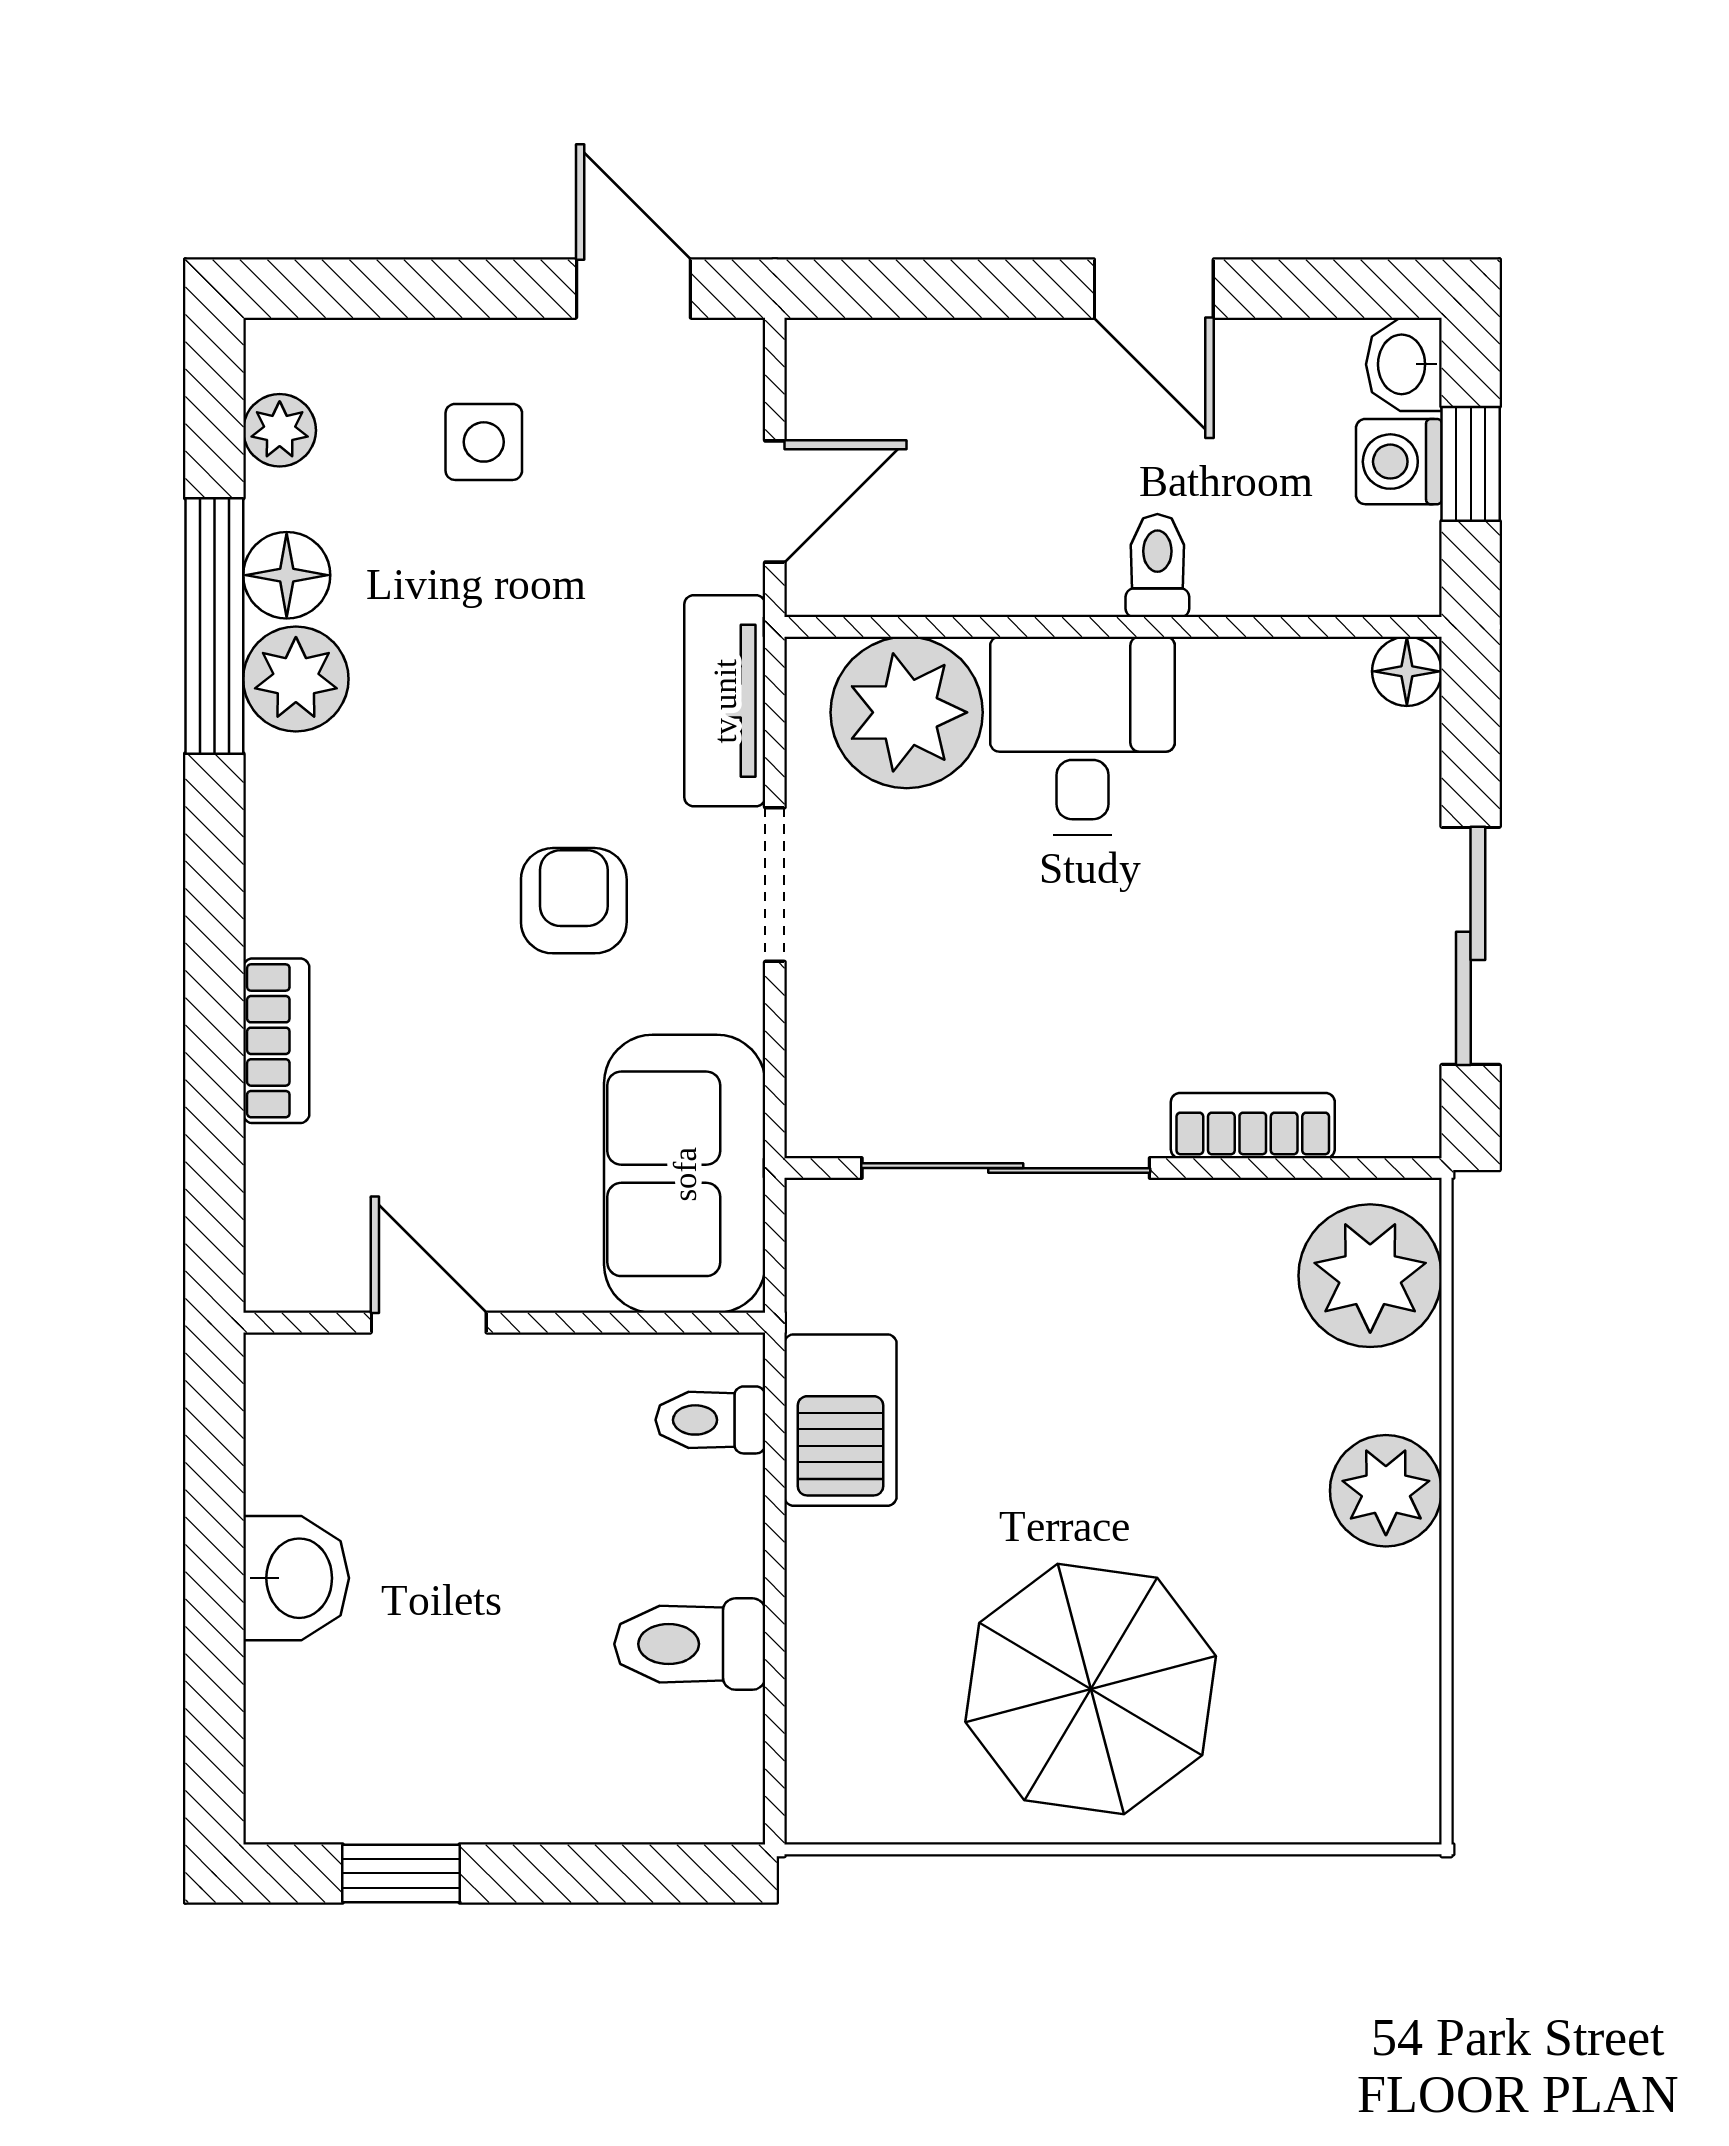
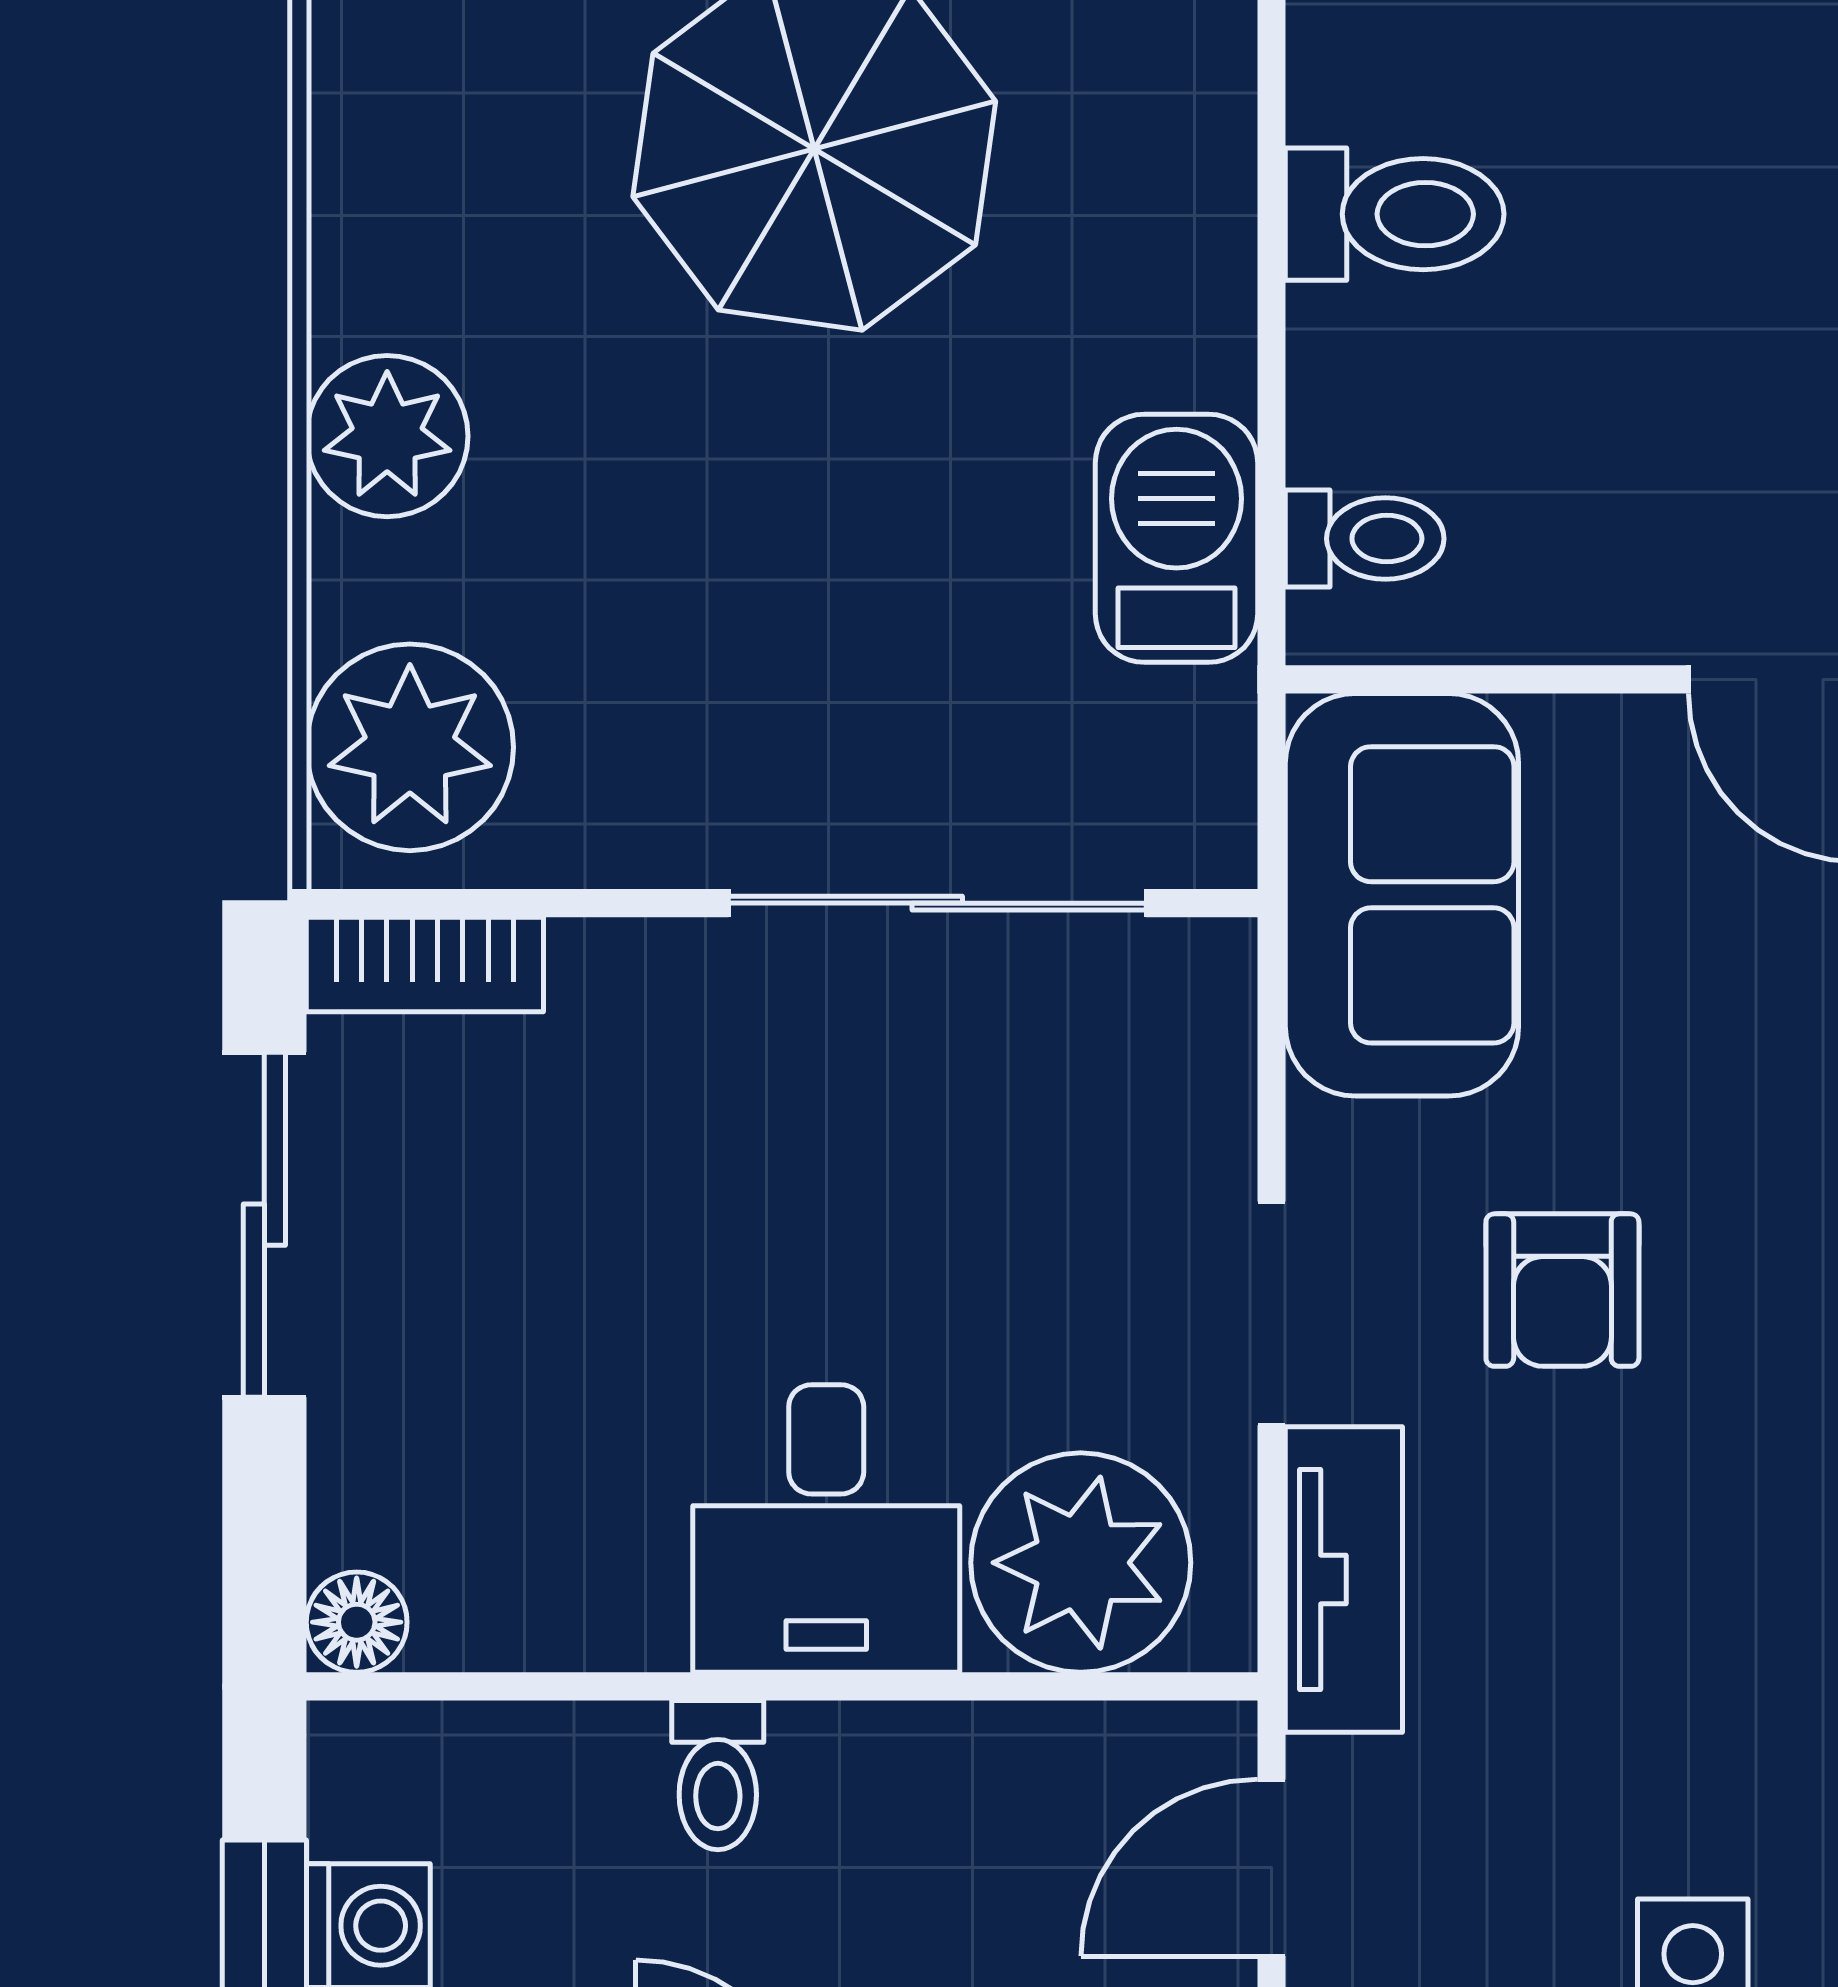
bookcase: (1253, 1126) -> (425, 965), moved

